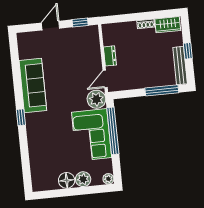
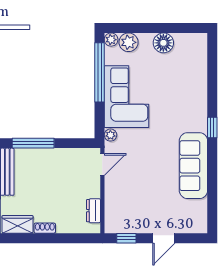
dresser: (110, 56) -> (94, 211), moved
plant: (96, 99) -> (110, 135), width x0.53, depth x0.53
window: (113, 131) -> (99, 72), moved
plant: (83, 179) -> (129, 42), moved

